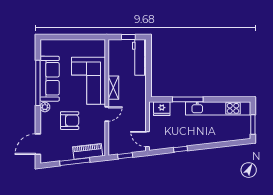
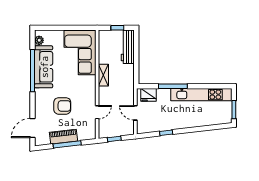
corner sofa: (88, 81) -> (80, 53), moved
plant: (45, 107) -> (39, 40), moved
door: (107, 114) -> (97, 112), moved
door: (148, 139) -> (135, 113), moved
piano: (88, 151) -> (64, 137), moved

